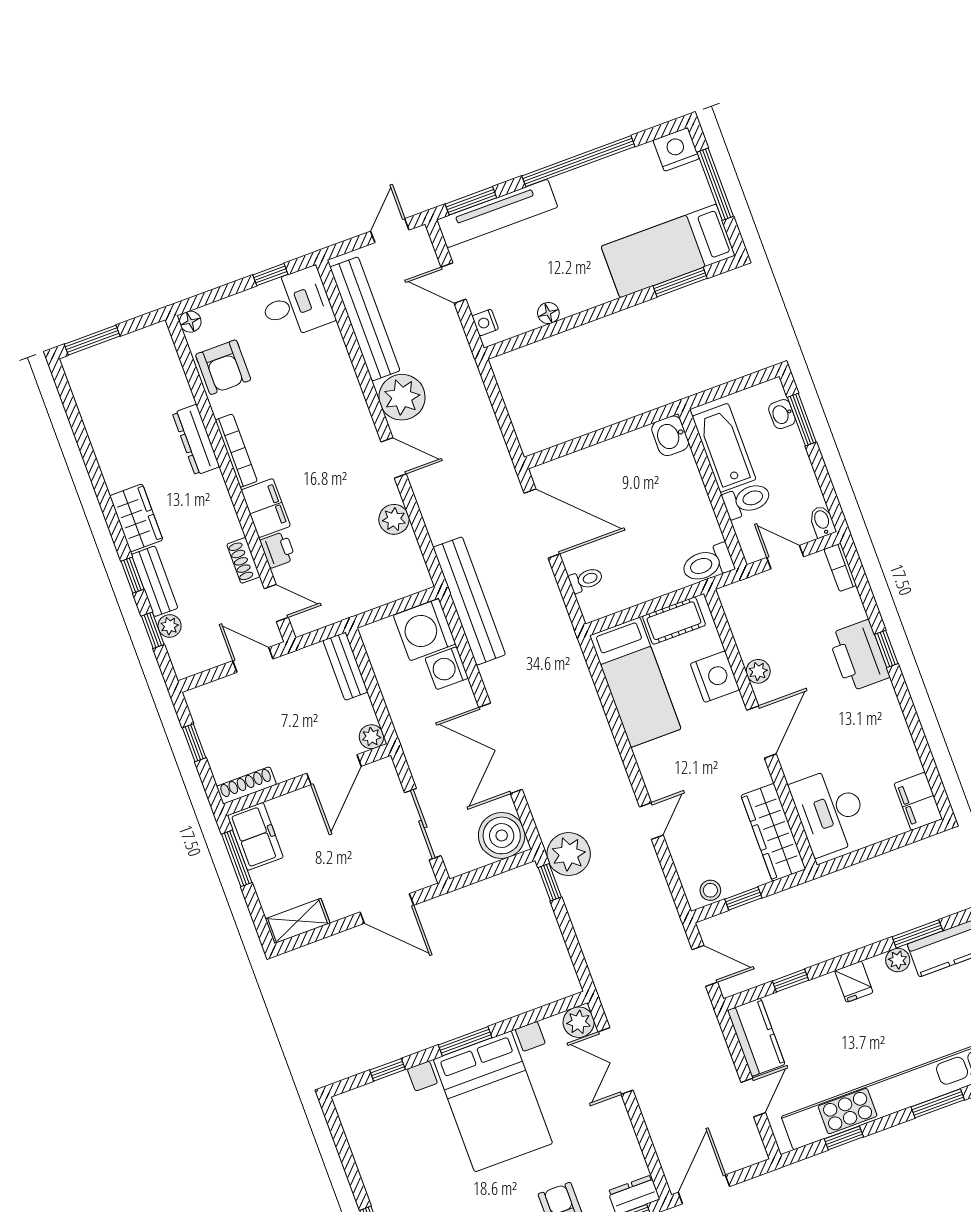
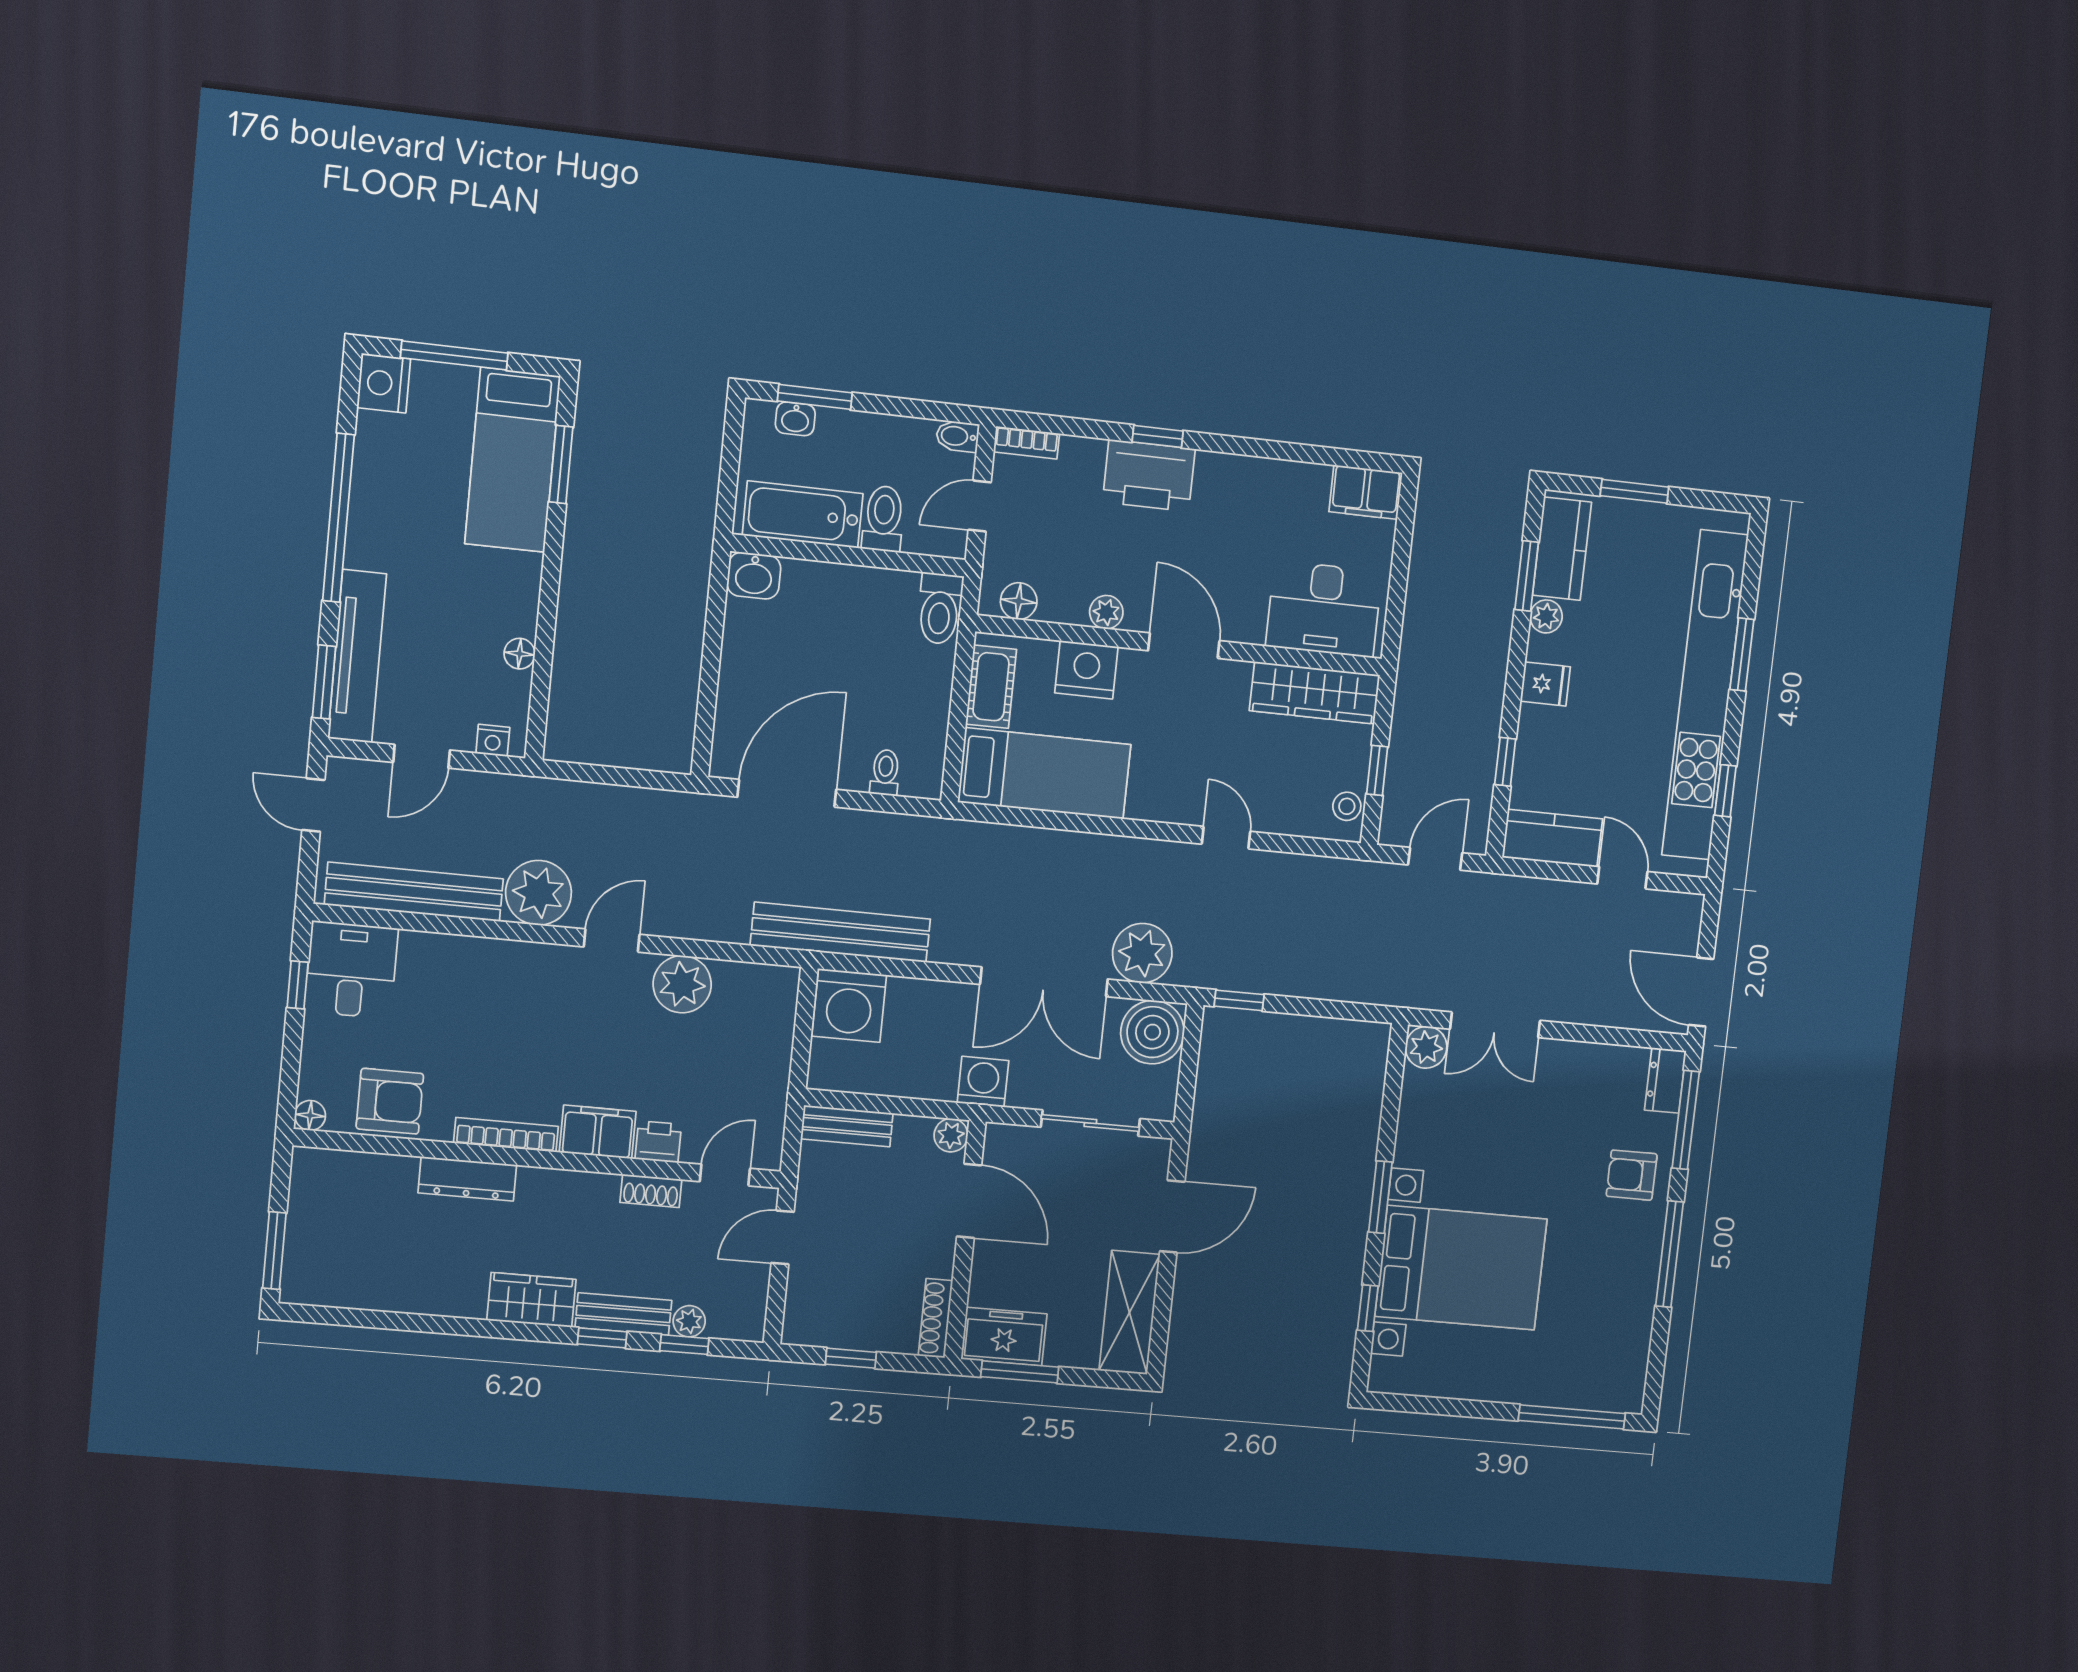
plant: (394, 519) -> (682, 984), width x1.36, depth x1.36
floor lamp: (737, 612) -> (1019, 601), added
washing machine: (447, 668) -> (983, 1082), moved, turned 180
plant: (569, 854) -> (1142, 953), moved
shelving: (298, 921) -> (1129, 1312), width x1.50, depth x1.33
bed with nightstands: (493, 1101) -> (1461, 1268), moved

